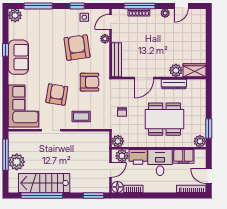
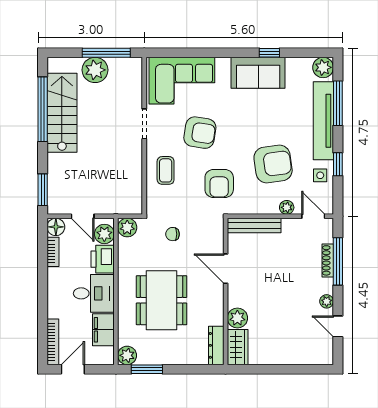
tv unit: (49, 15) -> (323, 121), added
dresser: (174, 84) -> (216, 345), moved

